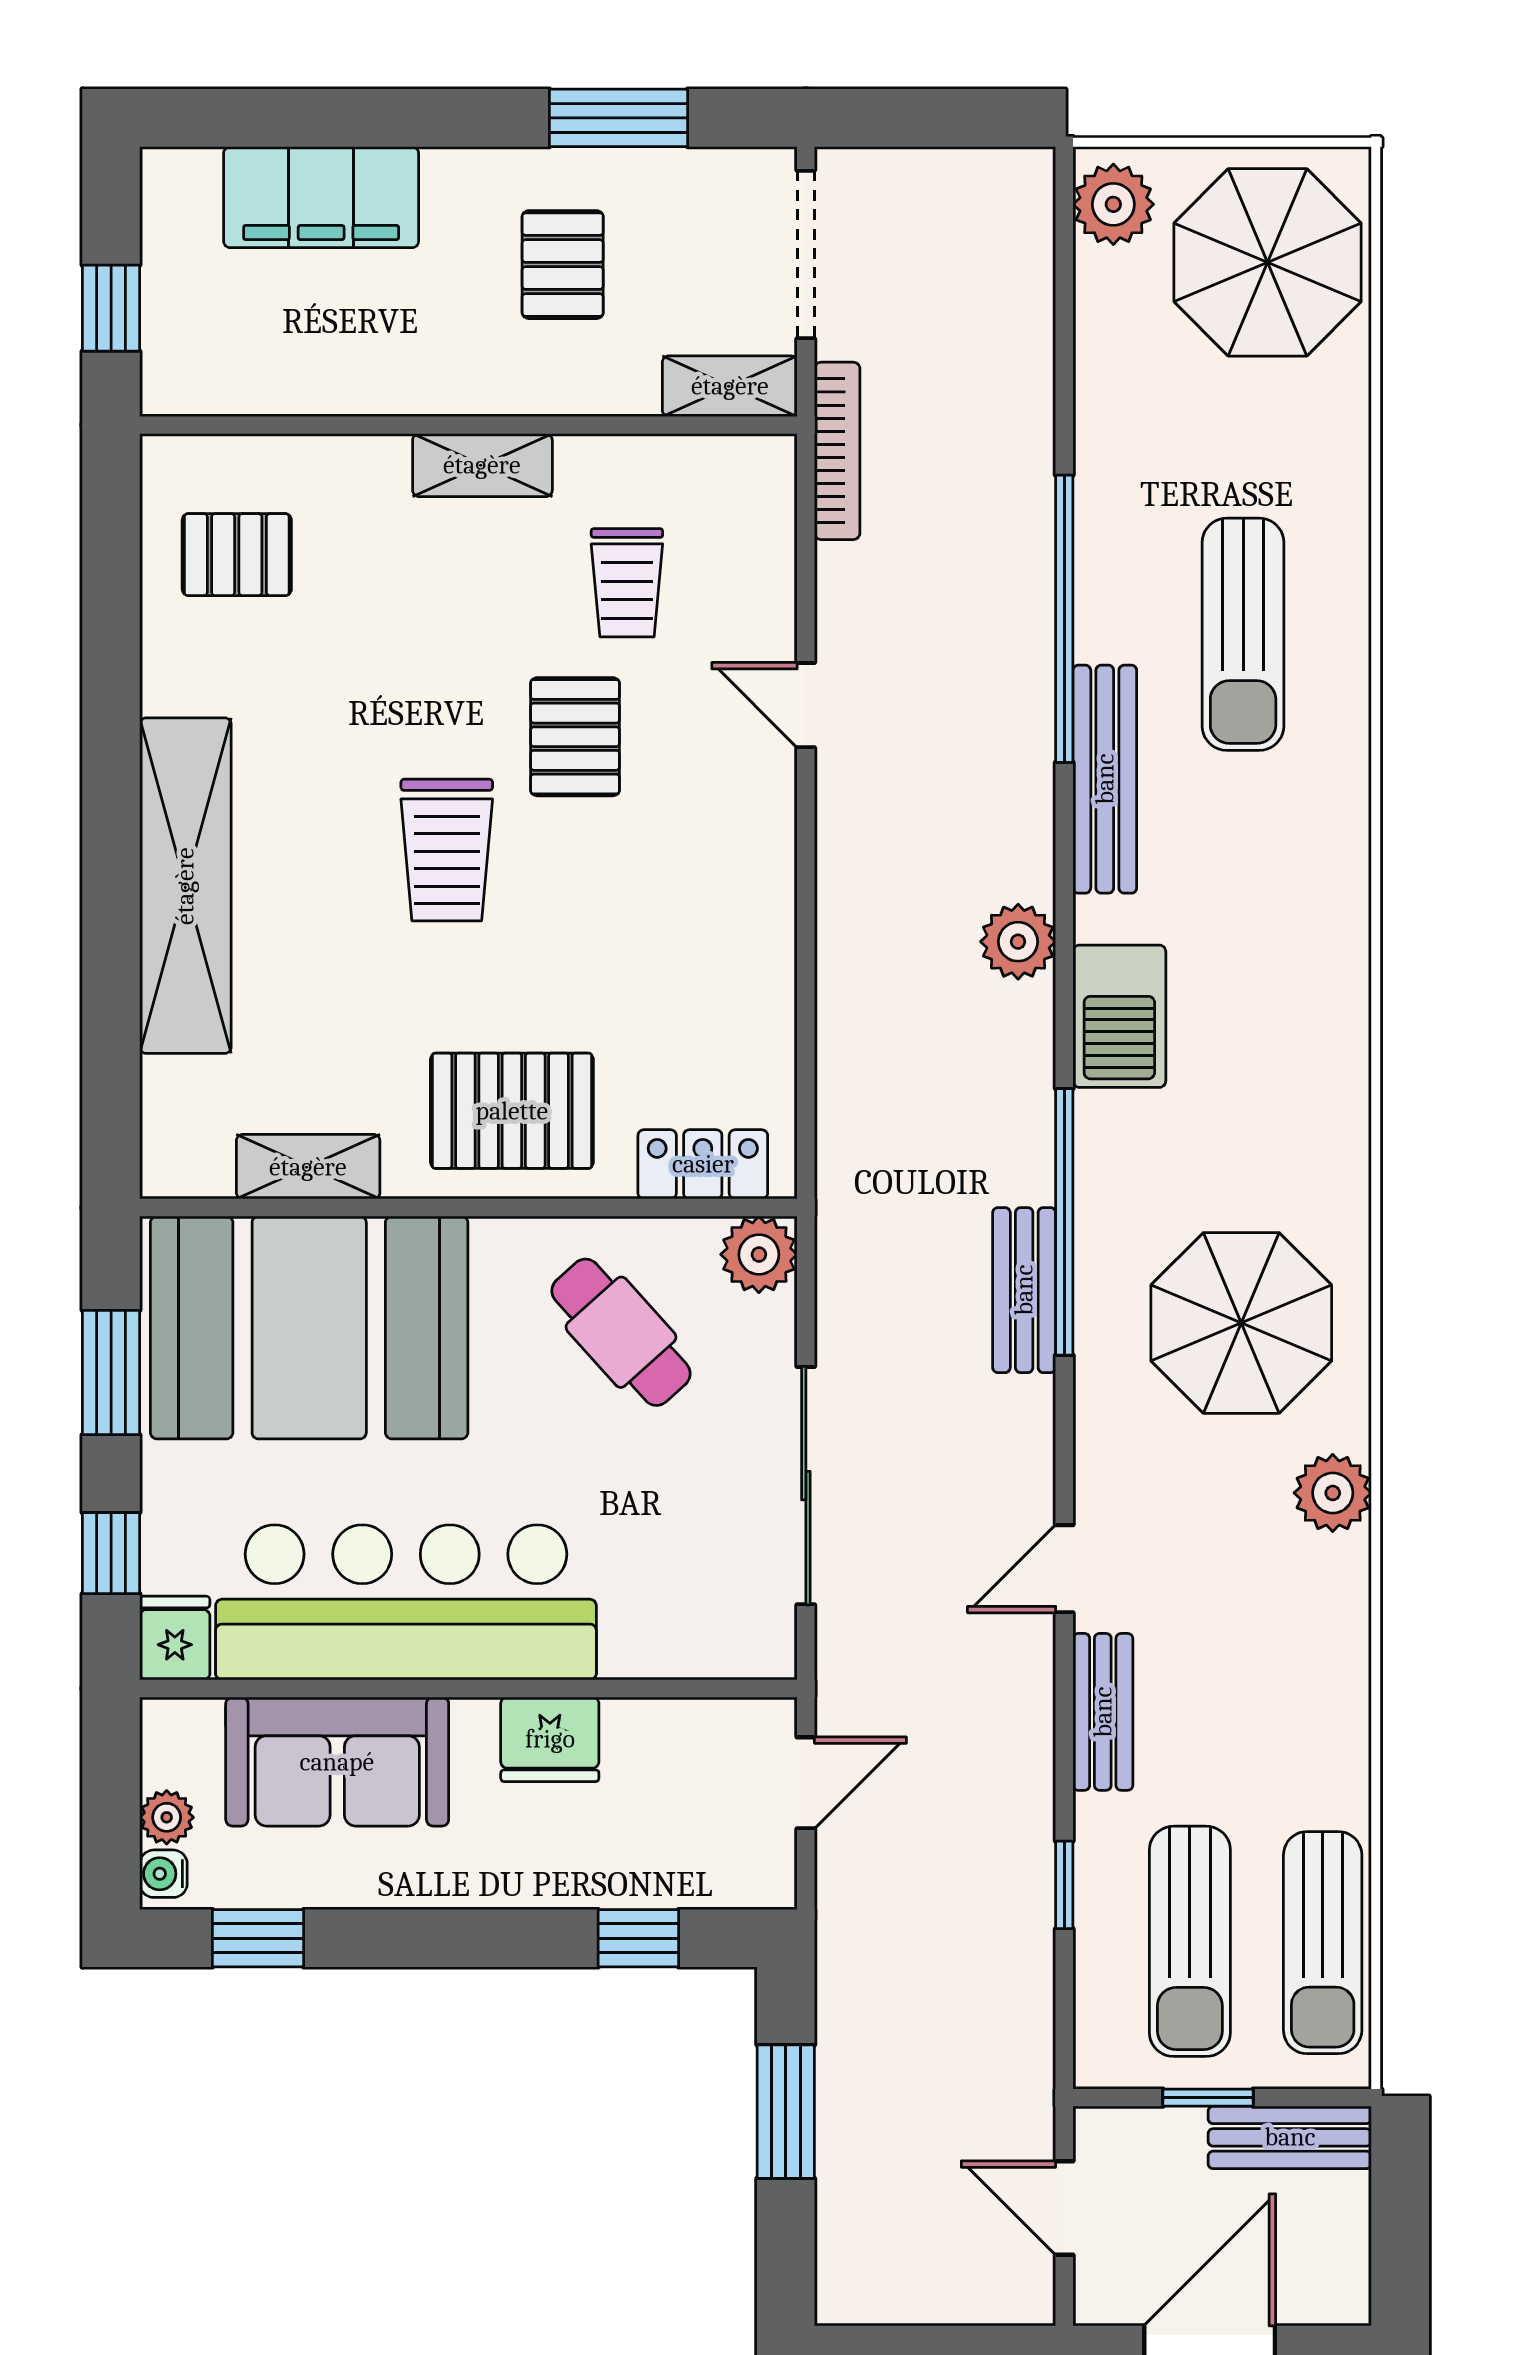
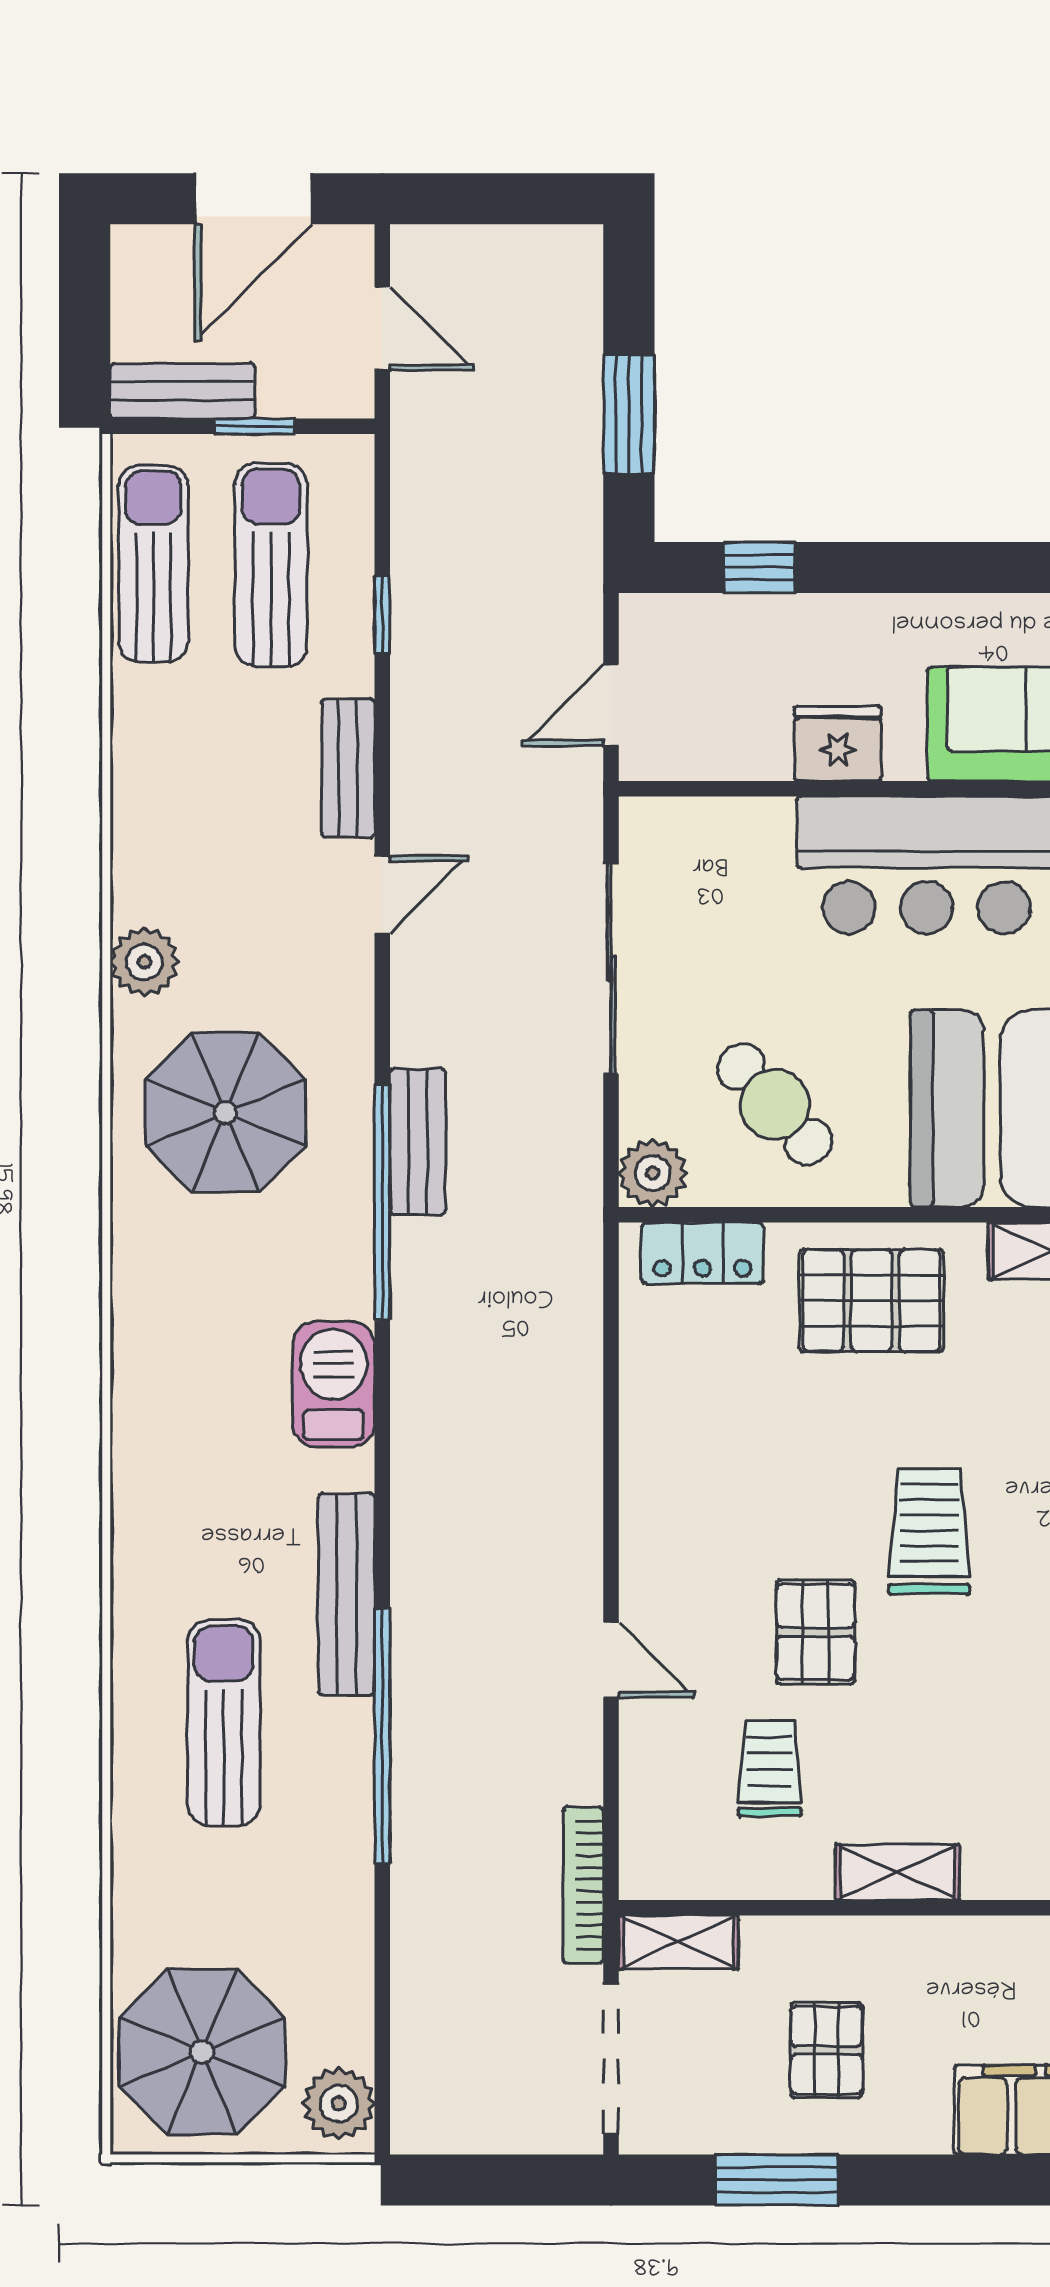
plant: (1018, 942) -> (423, 1450), removed

